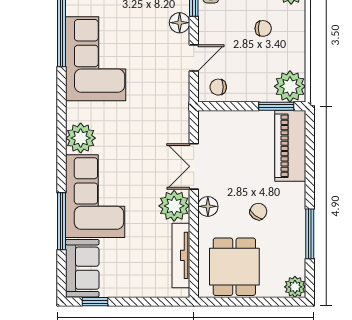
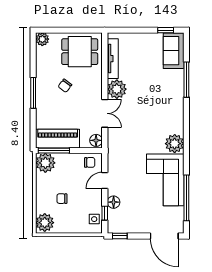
window: (276, 106) -> (54, 151), width x1.44
plant: (81, 138) -> (175, 144), moved
piano: (290, 146) -> (58, 139), moved, turned -90
corner sofa: (95, 196) -> (166, 95), removed
floor lamp: (208, 206) -> (96, 140), moved
window: (310, 234) -> (33, 93), moved
dining table: (234, 267) -> (80, 52), turned 90

